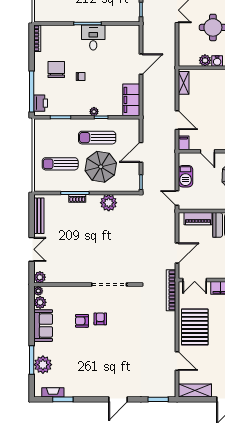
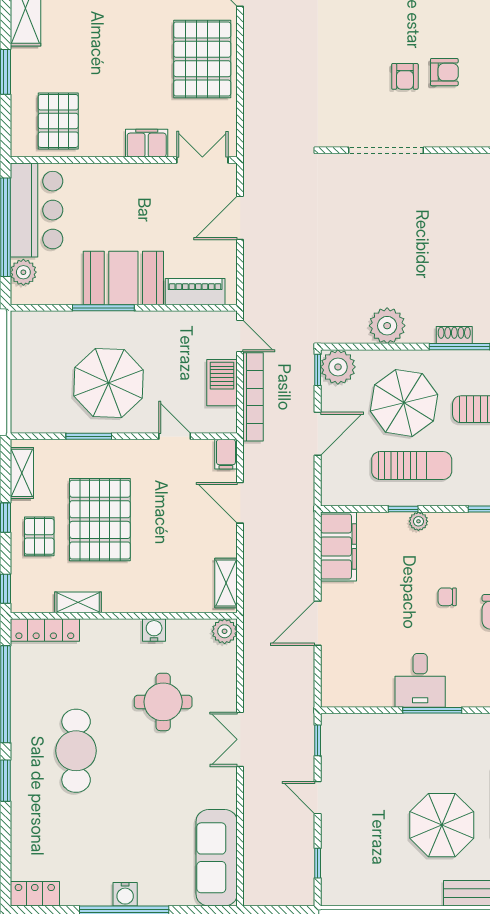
plant: (205, 60) -> (225, 631), moved
plant: (131, 183) -> (338, 367), added
bookcase: (171, 290) -> (253, 397), moved

